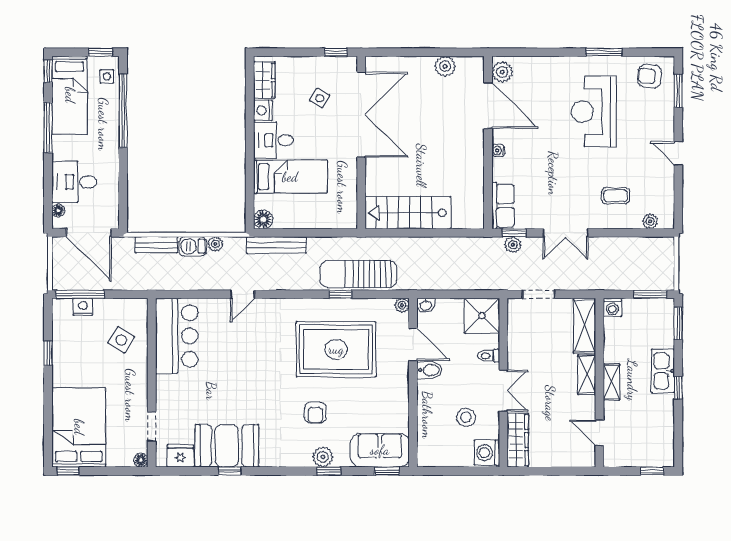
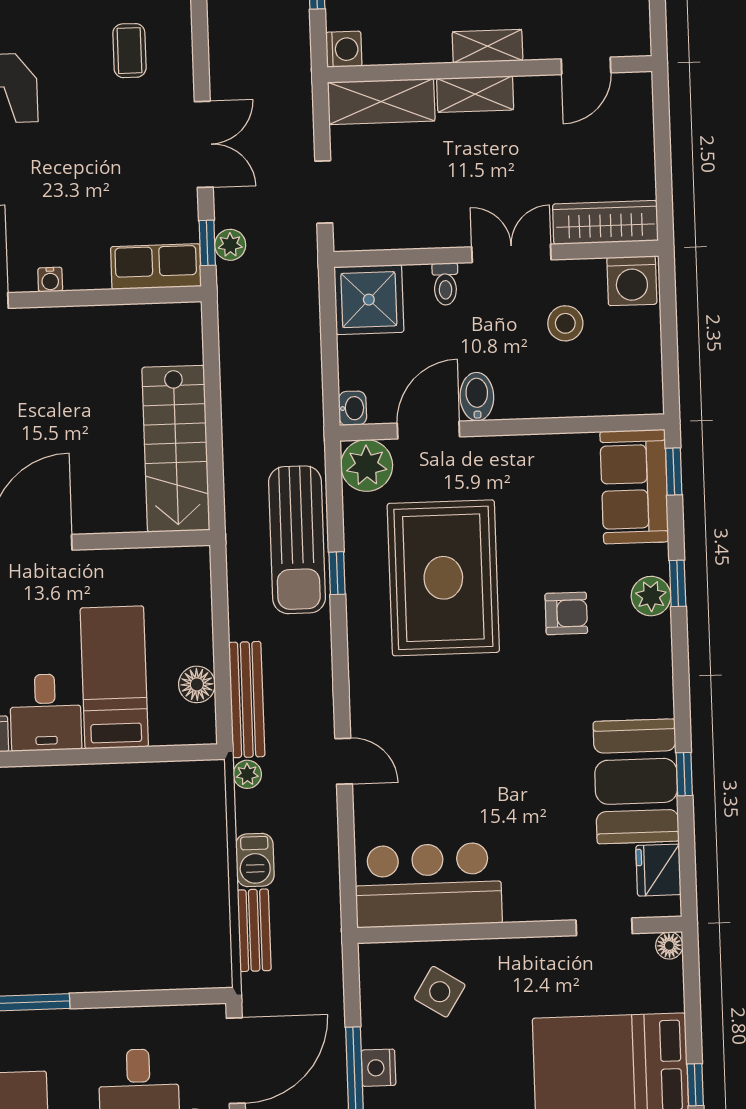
floor lamp: (263, 219) -> (197, 684), moved
plant: (215, 244) -> (247, 774), moved
plant: (402, 305) -> (367, 465), width x1.87, depth x1.87

